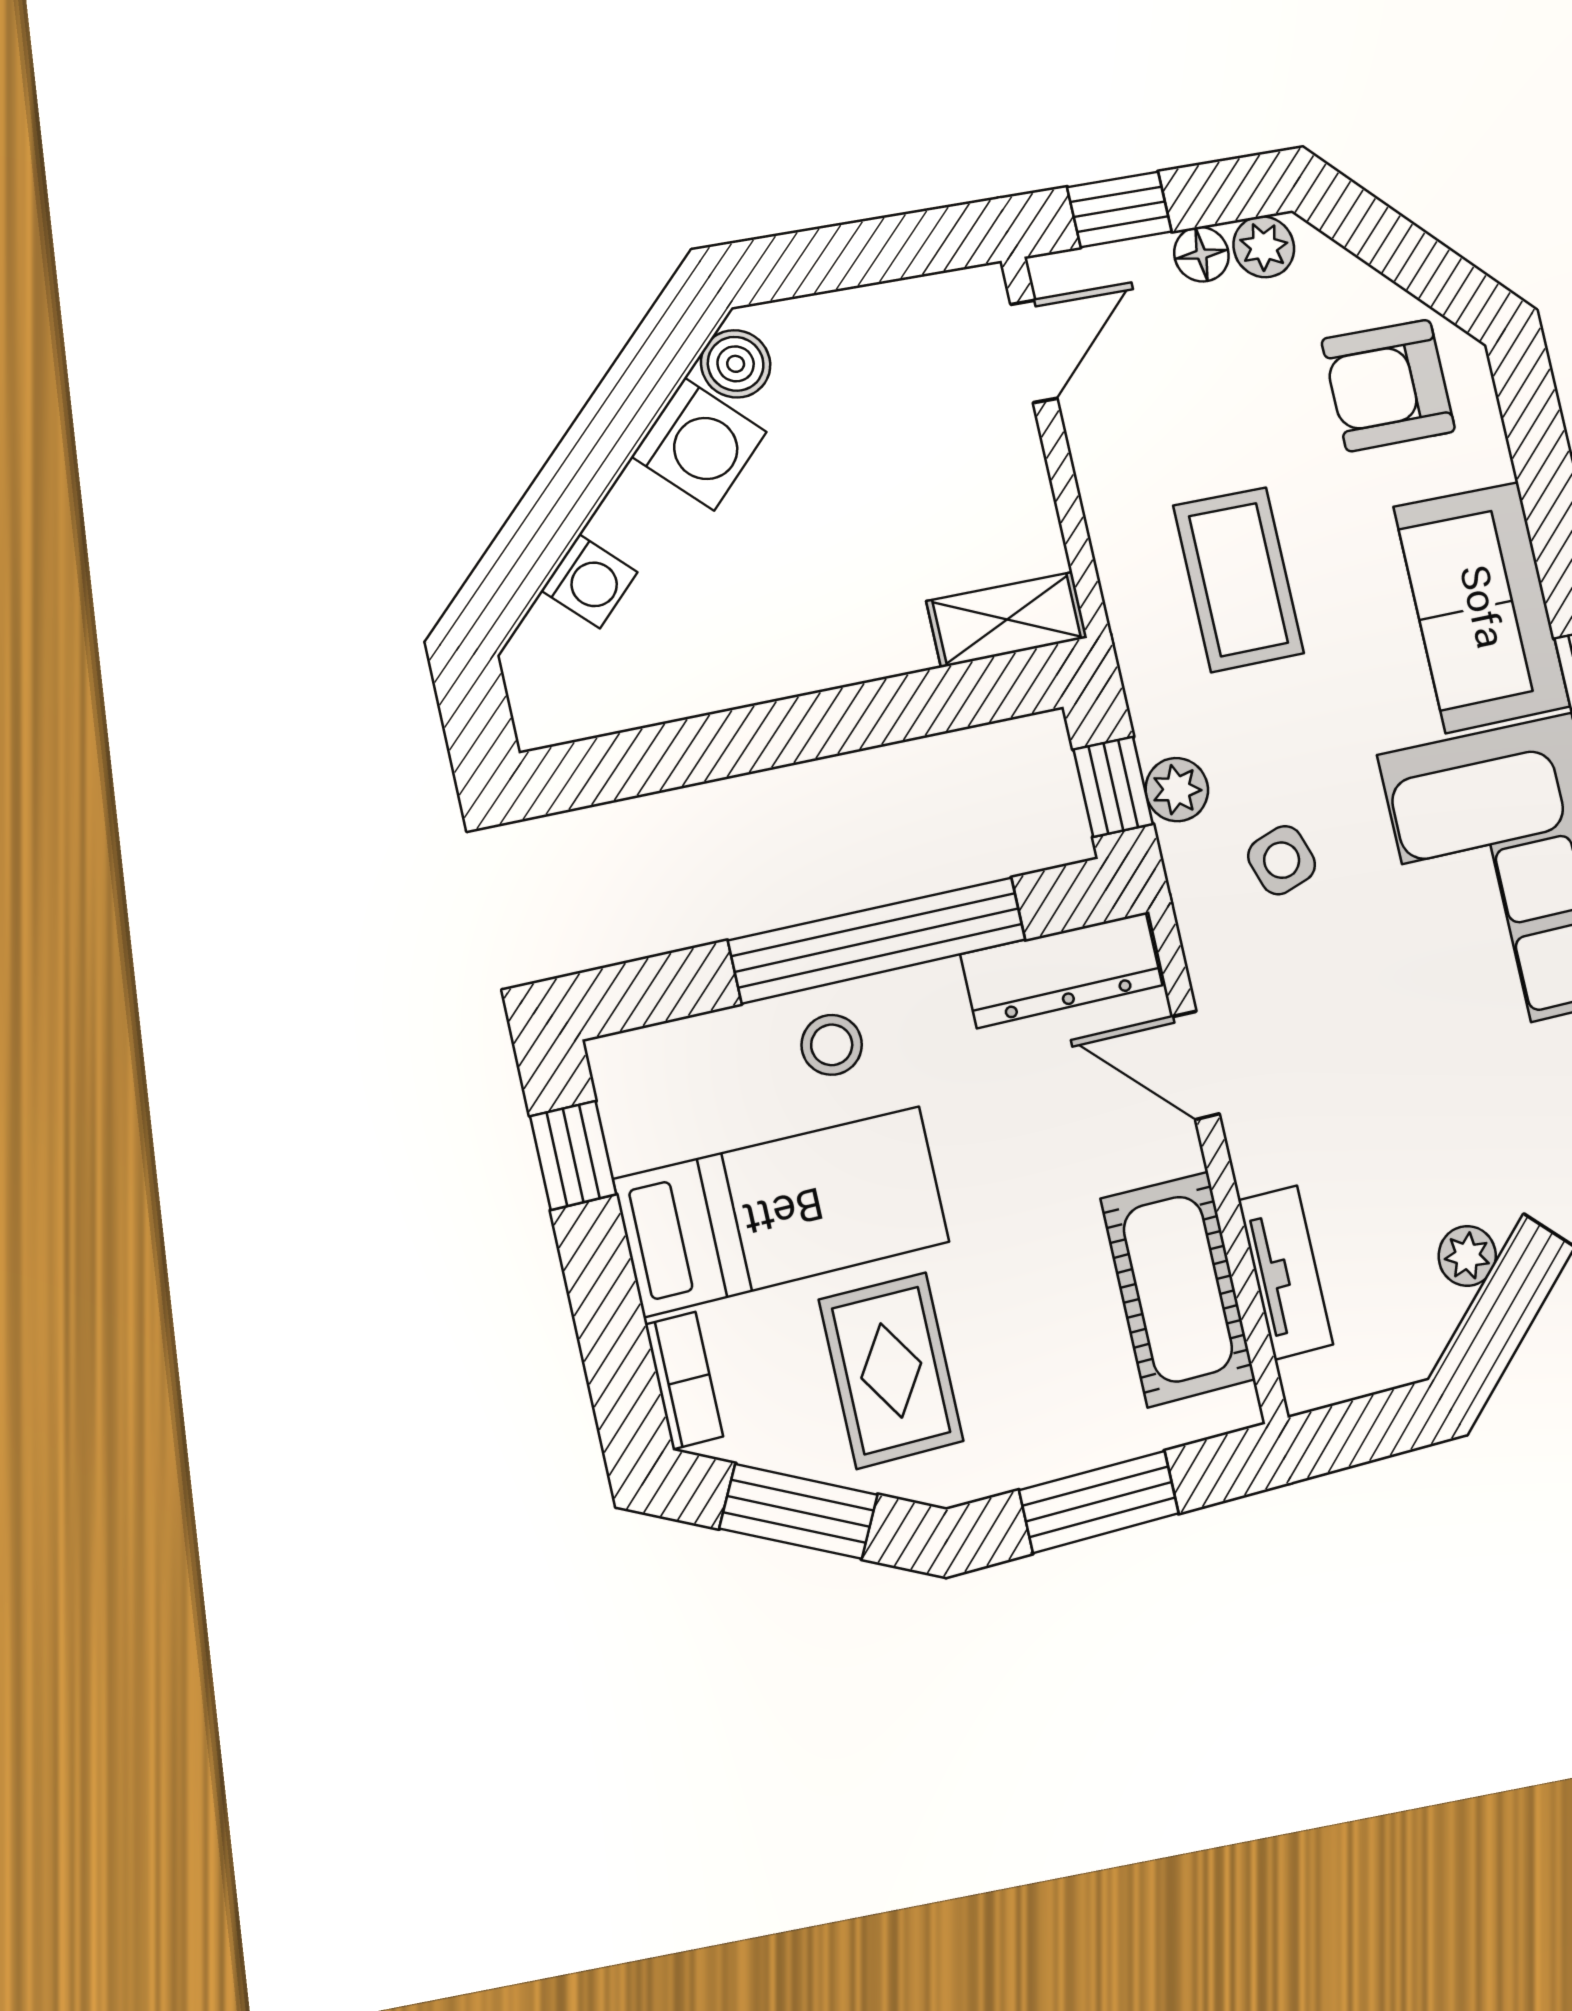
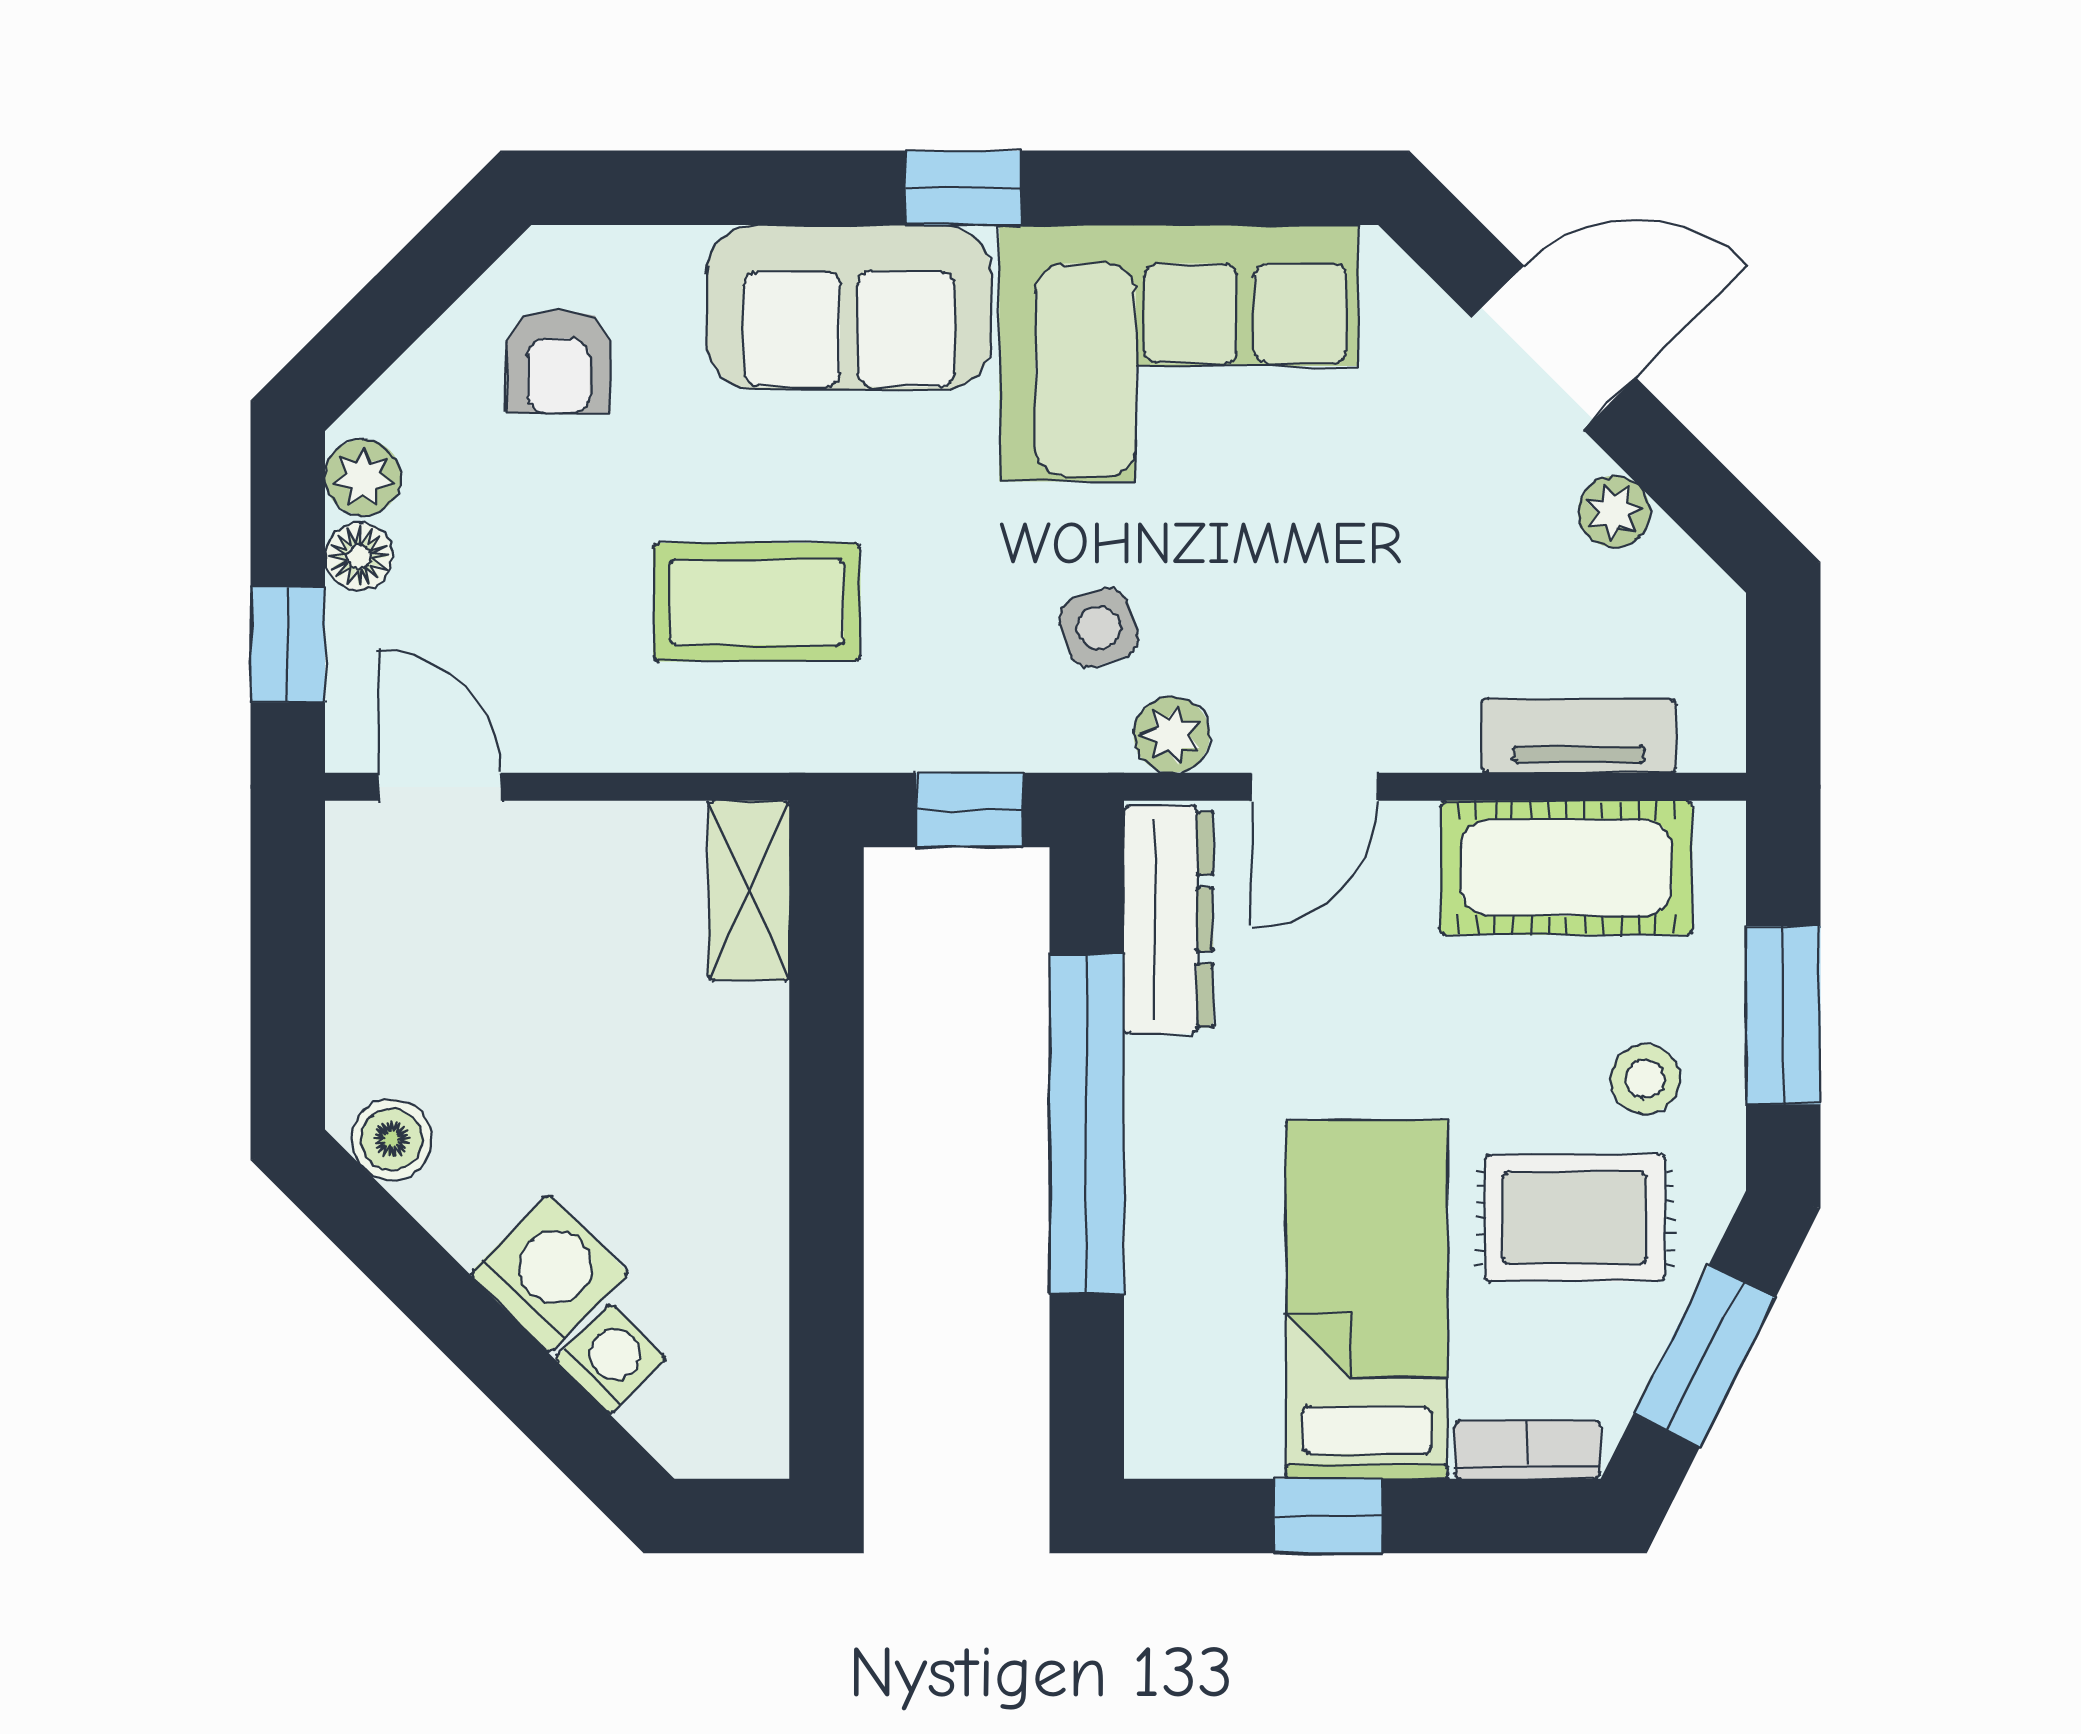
armchair: (1388, 386) -> (559, 361), width x0.72, depth x0.72
washing machine: (699, 444) -> (549, 1273), moved
plant: (1177, 790) -> (1172, 735), moved
stool: (832, 1045) -> (1645, 1079), moved
window: (573, 1155) -> (1328, 1516), moved

